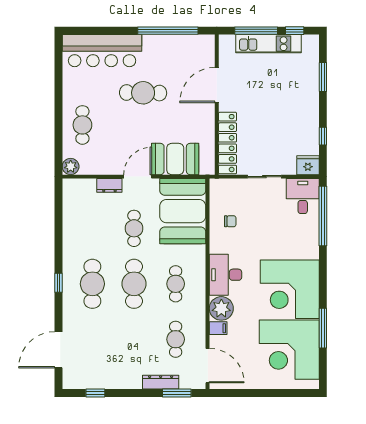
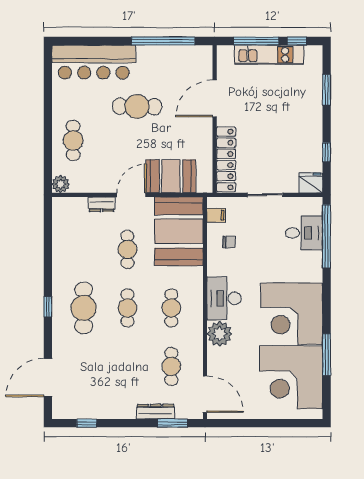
desk: (303, 196) -> (304, 233), moved, turned 90
cafe table: (134, 284) -> (127, 308), width x0.73, depth x0.74
filing cabinet: (218, 328) -> (216, 215), moved

